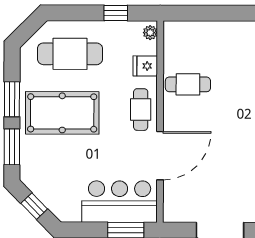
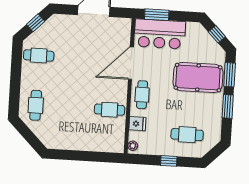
window: (116, 13) -> (169, 161), moved
cafe table: (70, 54) -> (187, 135), width x0.73, depth x0.74
pool table: (62, 113) -> (198, 78), moved

